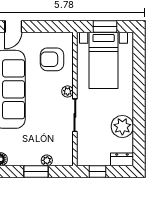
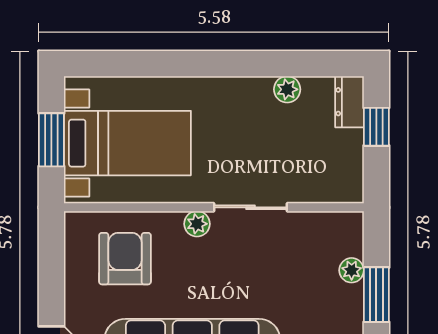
armchair: (52, 59) -> (125, 259), turned 180
plant: (122, 126) -> (287, 89), width x0.53, depth x0.53
window: (97, 171) -> (376, 127), moved

